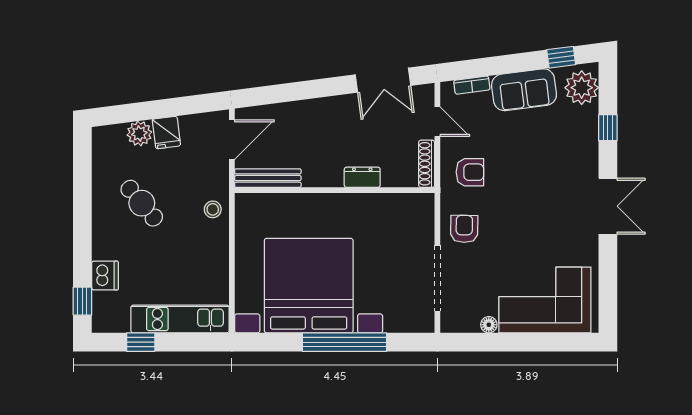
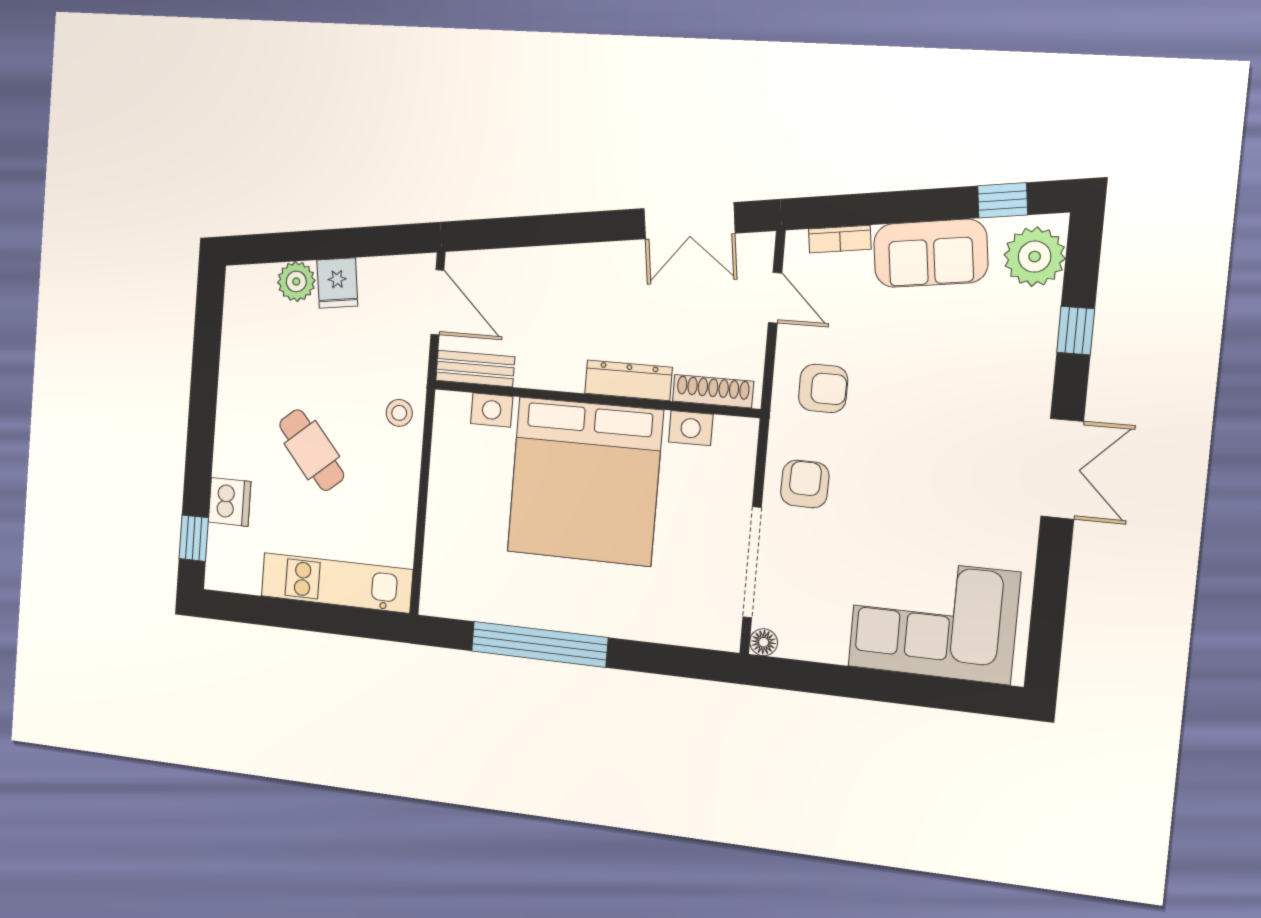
door: (232, 140) -> (437, 302), hinge flipped
shoe rack: (427, 164) -> (713, 391), moved, turned 90
dresser: (362, 177) -> (628, 380), width x1.44
bench: (268, 178) -> (475, 369), width x0.73
cafe table: (142, 203) -> (312, 450), moved
bed with nightstands: (309, 286) -> (585, 481), moved, turned 180
floor lamp: (489, 325) -> (764, 642), moved
window: (141, 342) -> (275, 612), removed
window: (345, 342) -> (539, 644), moved

